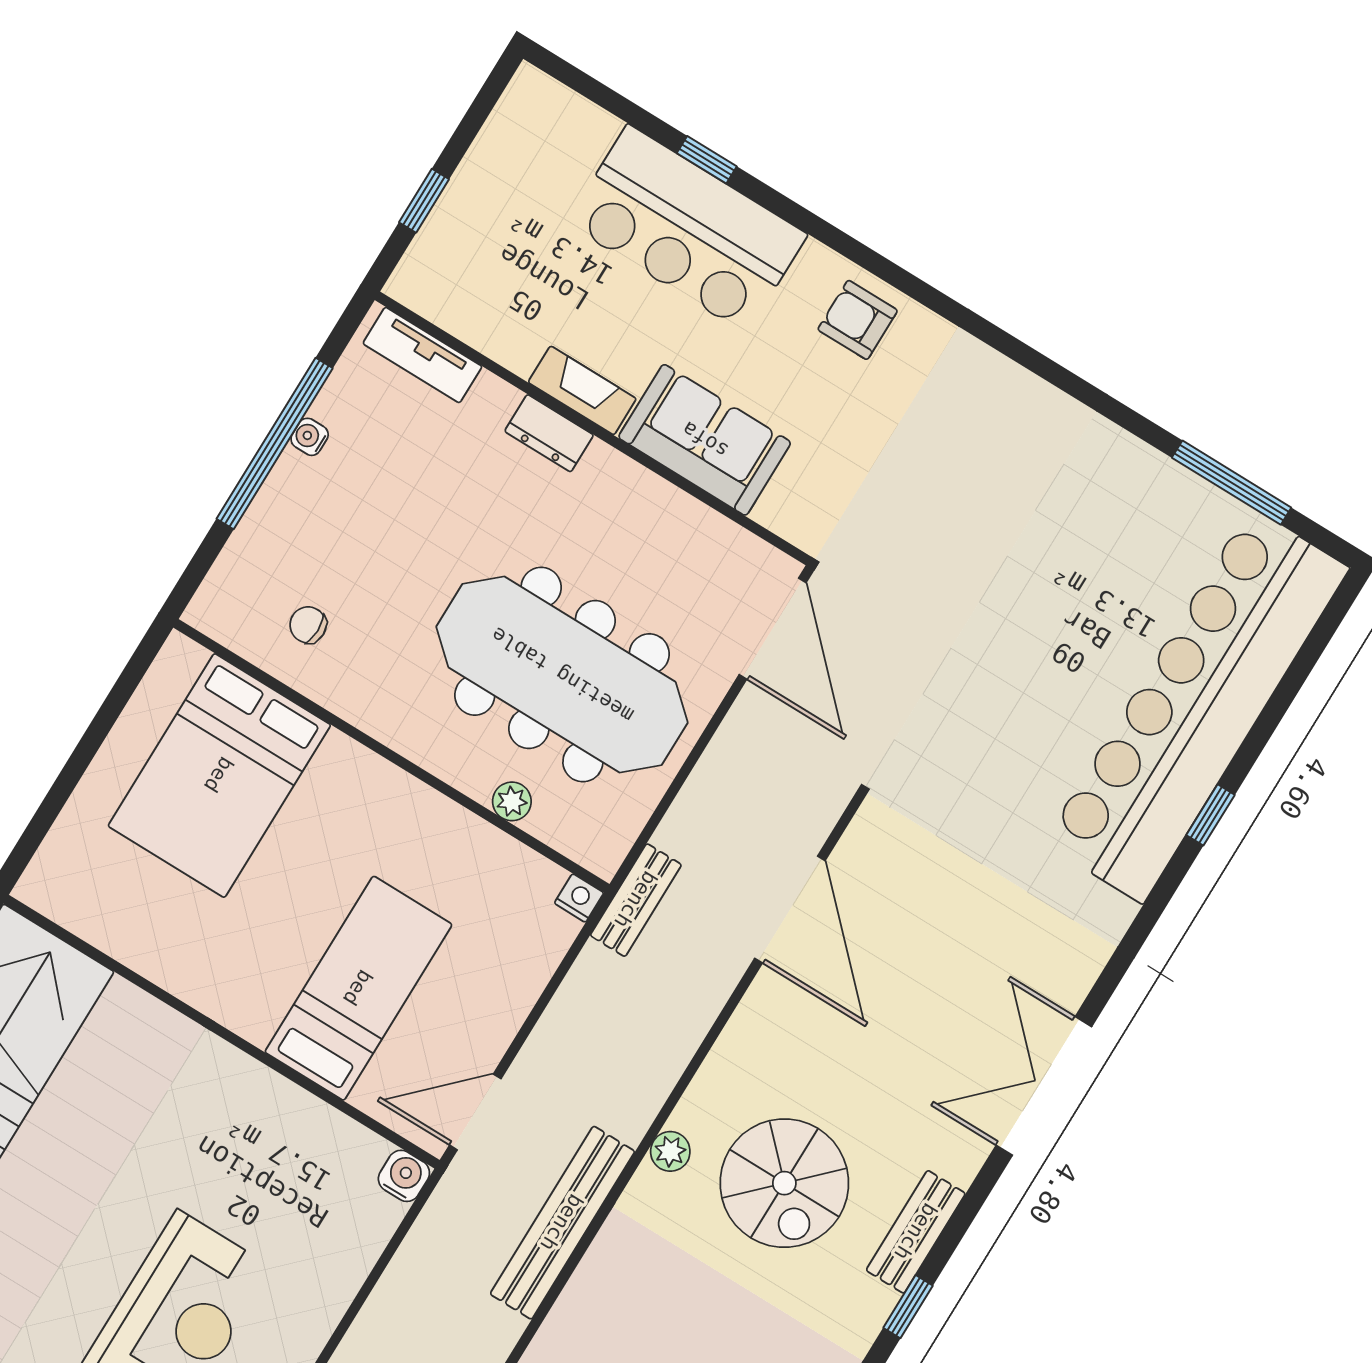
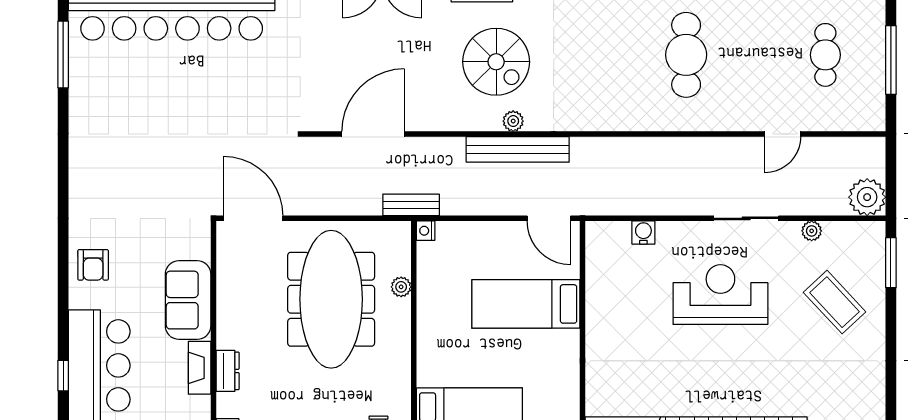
door: (773, 629) -> (253, 218), hinge flipped
water cooler: (404, 1176) -> (643, 233), moved, turned 90
spiral stairs: (784, 1183) -> (496, 62), turned 90
bench: (562, 1223) -> (518, 149), moved

